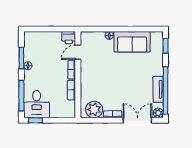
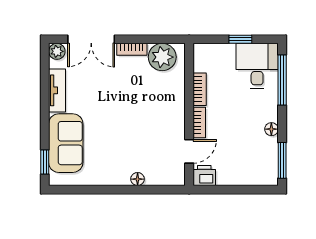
sofa: (132, 42) -> (66, 143), moved, turned 90
window: (21, 58) -> (282, 160), moved
window: (166, 90) -> (45, 89), removed
window: (36, 120) -> (240, 39), moved

